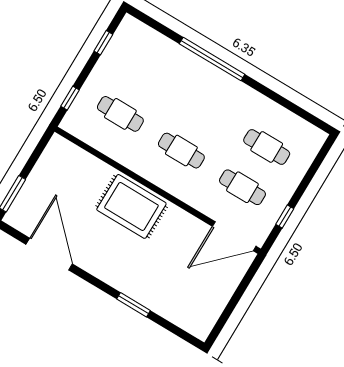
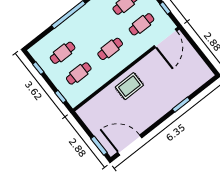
cafe table: (145, 74) -> (63, 53), added
rug: (131, 206) -> (129, 86), width x0.73, depth x0.70
door: (49, 254) -> (130, 145), moved

